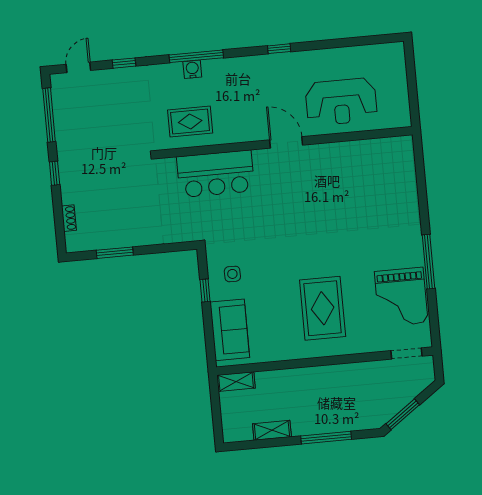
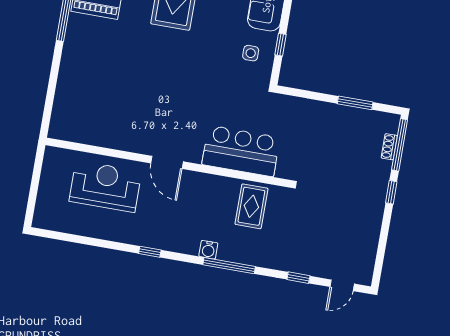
water cooler: (192, 69) -> (208, 250), moved
window: (49, 115) -> (400, 145), moved
rug: (190, 121) -> (251, 206), turned 90

